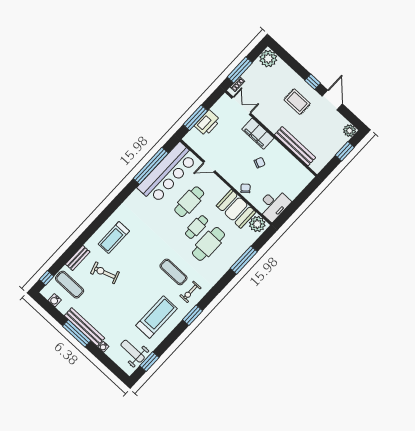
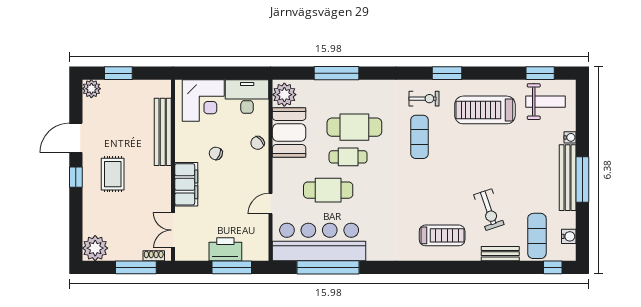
door: (209, 167) -> (271, 204), swing flipped
corner desk: (292, 181) -> (203, 100), added
weight bench: (133, 351) -> (546, 102), turned -90

